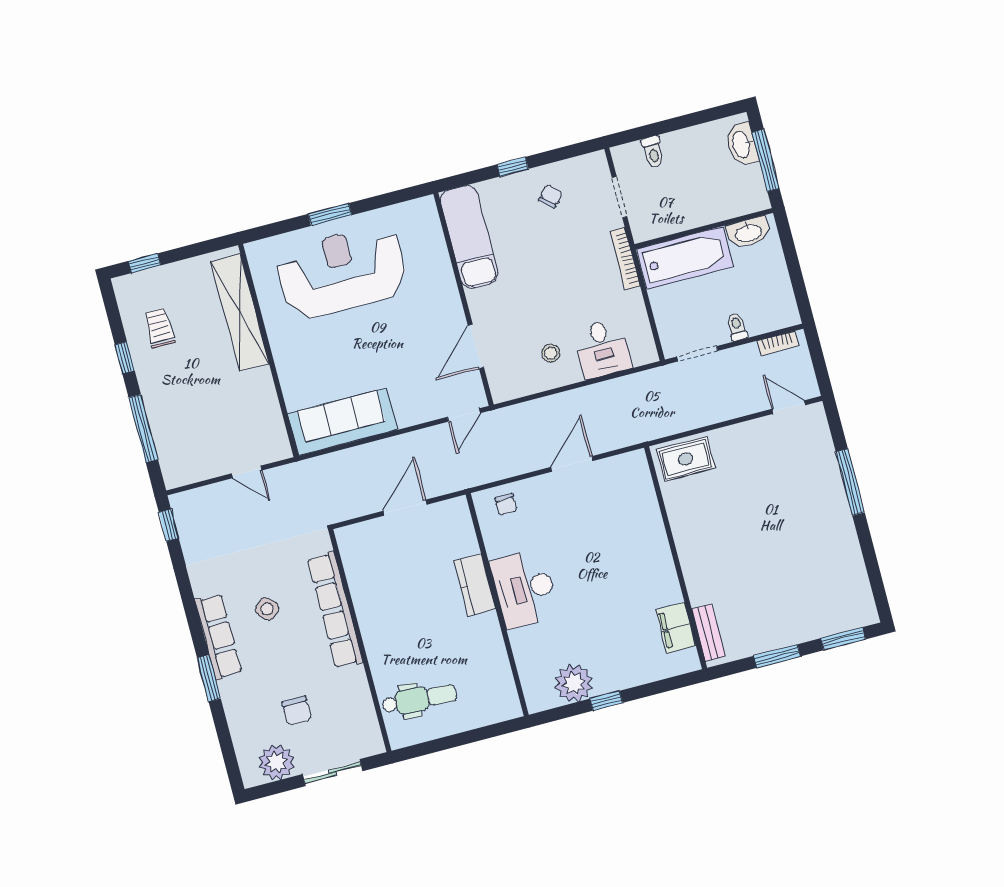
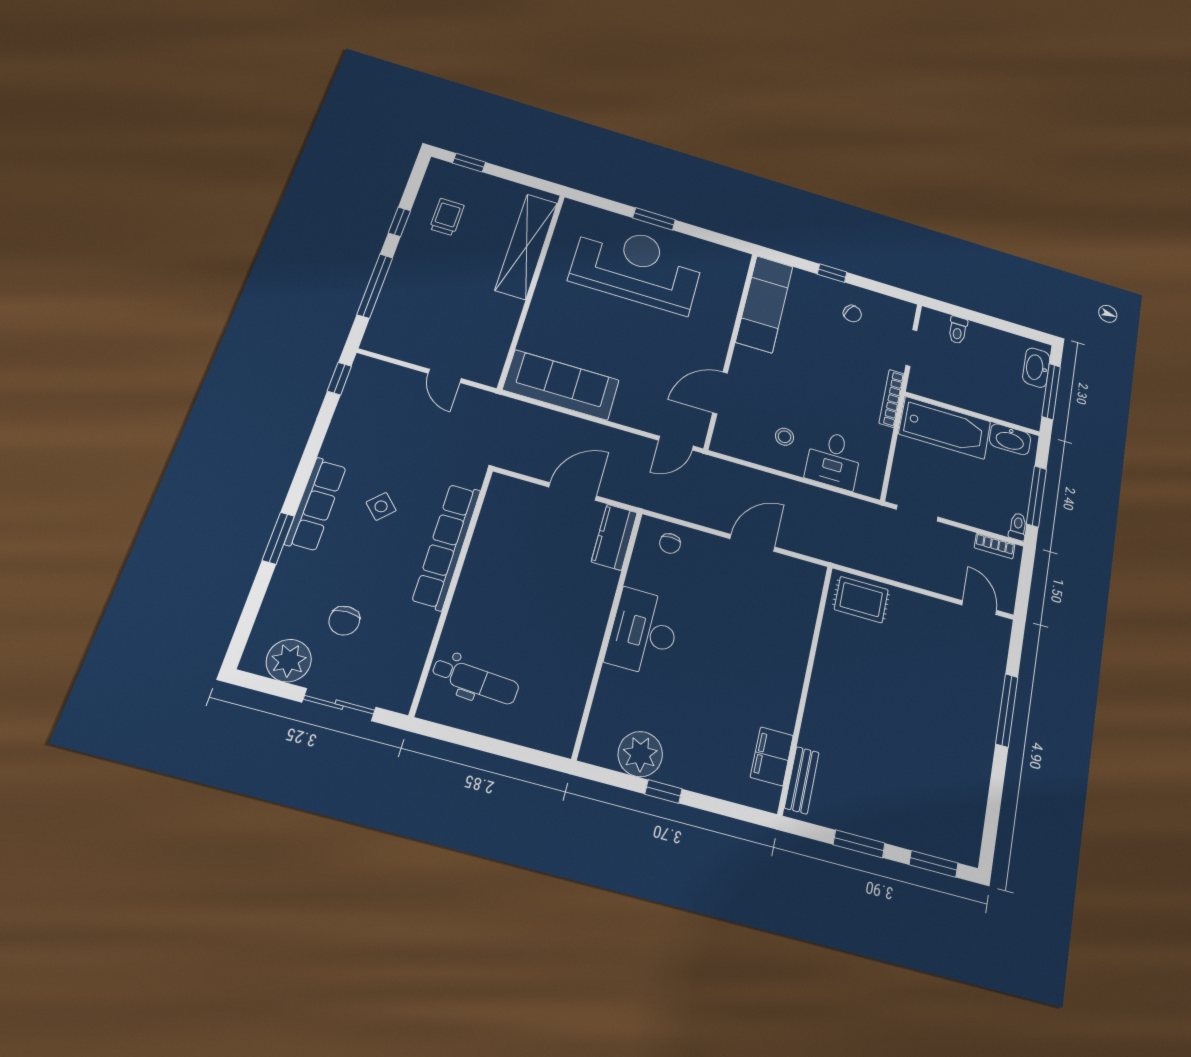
chair: (551, 196) -> (852, 314), turned 77
window: (795, 274) -> (1037, 496), added
toilet: (737, 327) -> (1018, 527), moved
kitchen counter: (475, 585) -> (614, 537), moved

